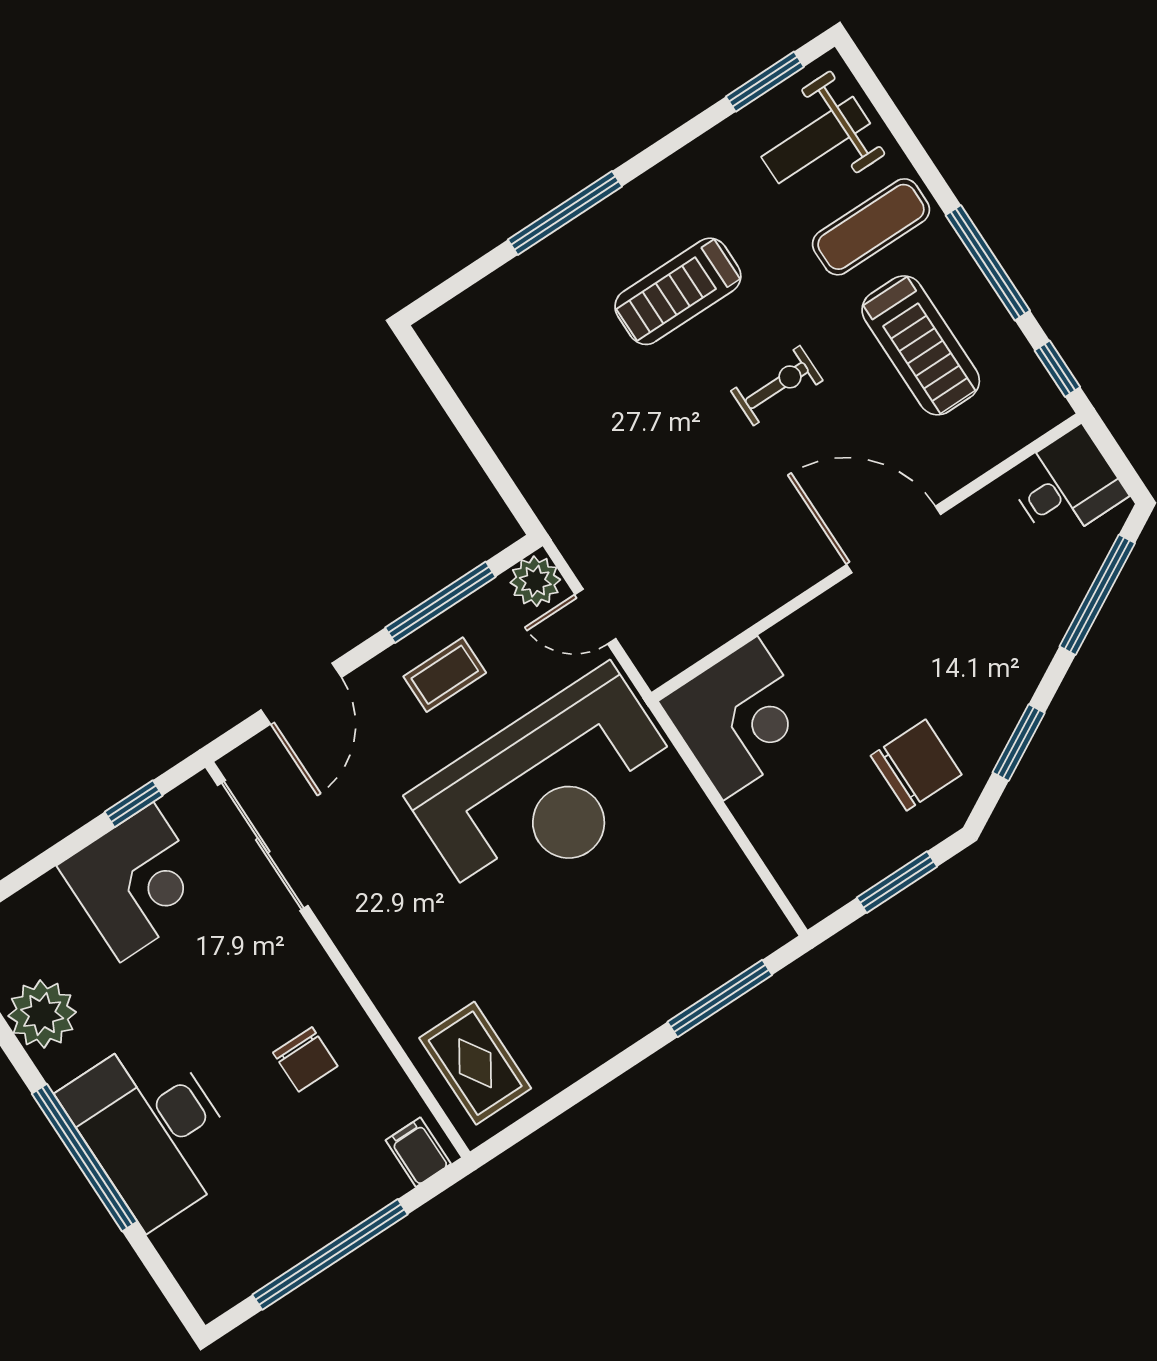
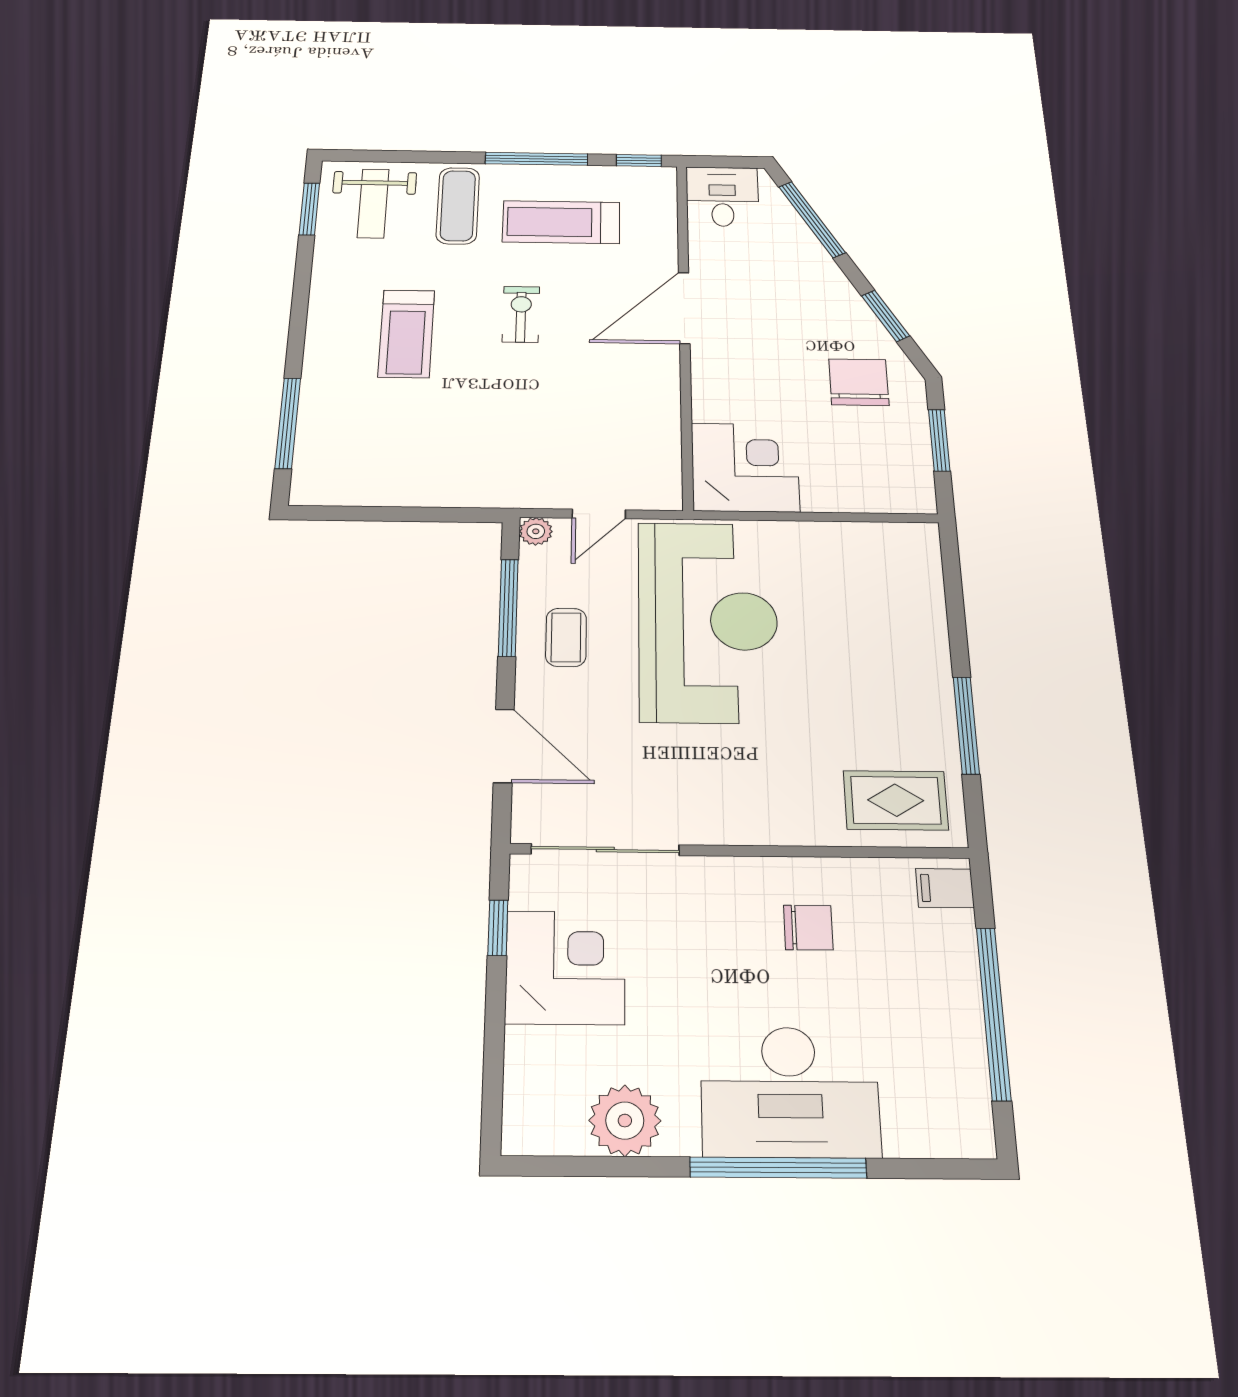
window: (565, 213) -> (288, 423), moved
treadmill: (921, 345) -> (561, 222), turned 180
plant: (535, 581) -> (536, 531), width x0.73, depth x0.73
window: (720, 998) -> (966, 725), moved

